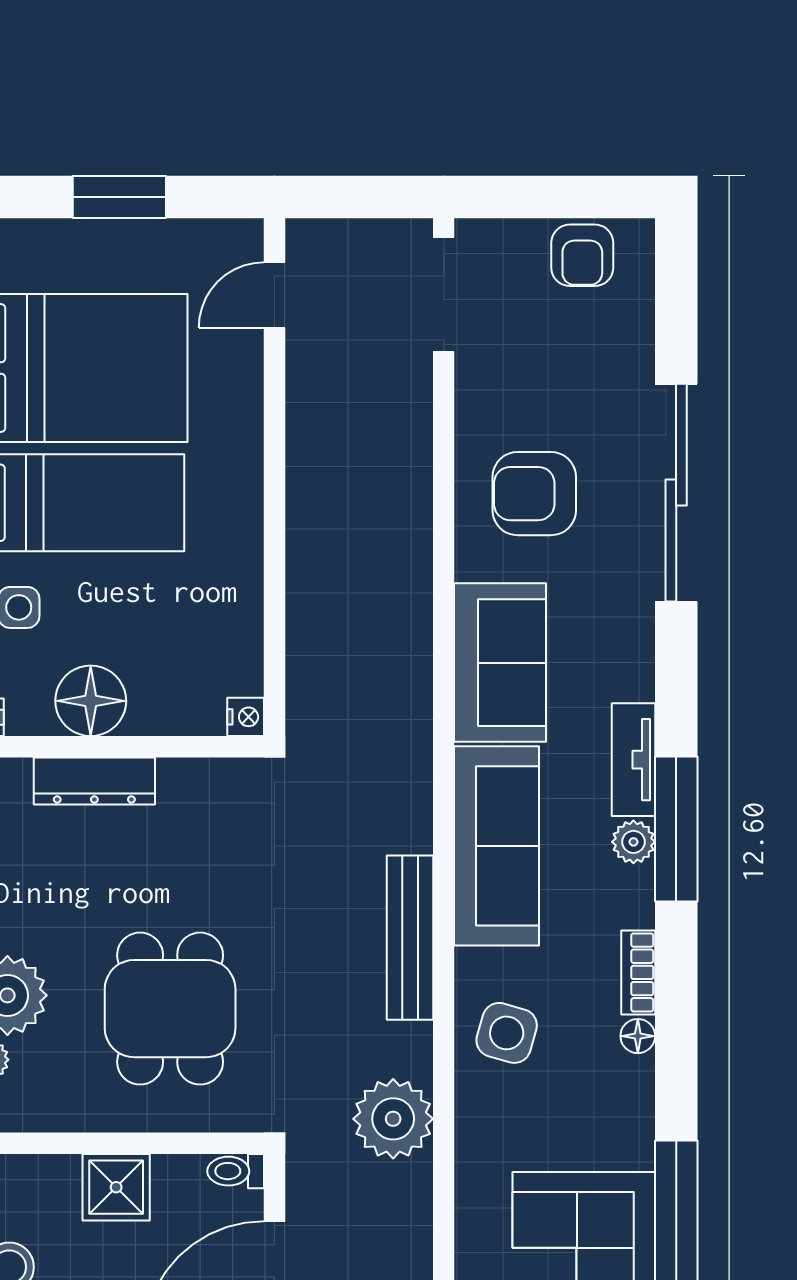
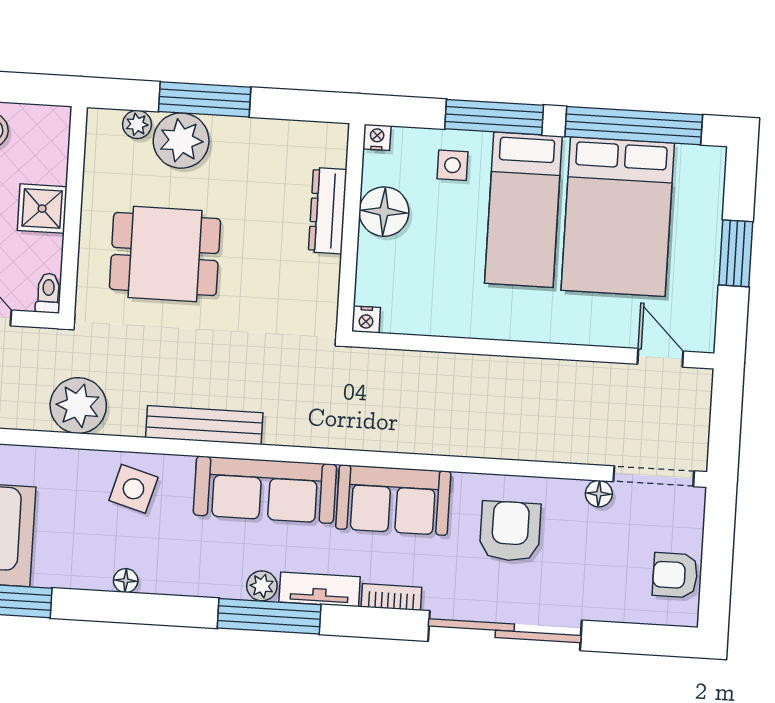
floor lamp: (473, 371) -> (599, 494), added
bookcase: (638, 972) -> (391, 597), moved

